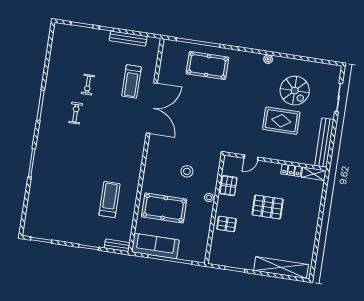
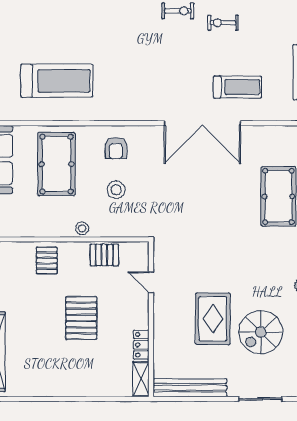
treadmill: (132, 81) -> (238, 87), turned 180
armchair: (160, 167) -> (116, 148), added
treadmill: (109, 200) -> (57, 81), width x1.37, depth x1.38

